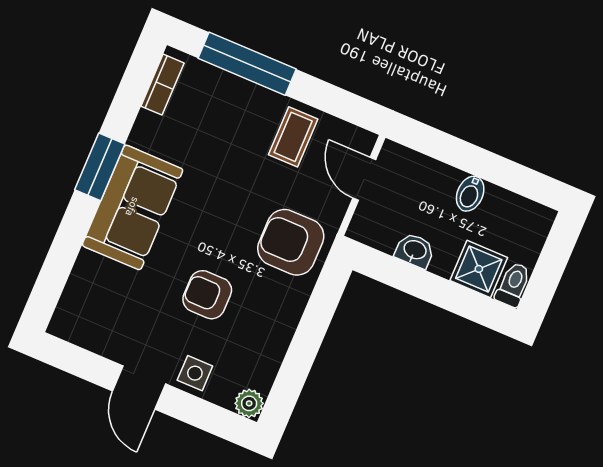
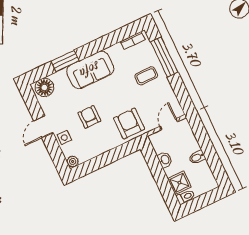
coffee table: (293, 137) -> (146, 76), moved
window: (100, 167) -> (65, 61), moved
floor lamp: (77, 314) -> (44, 87), added

